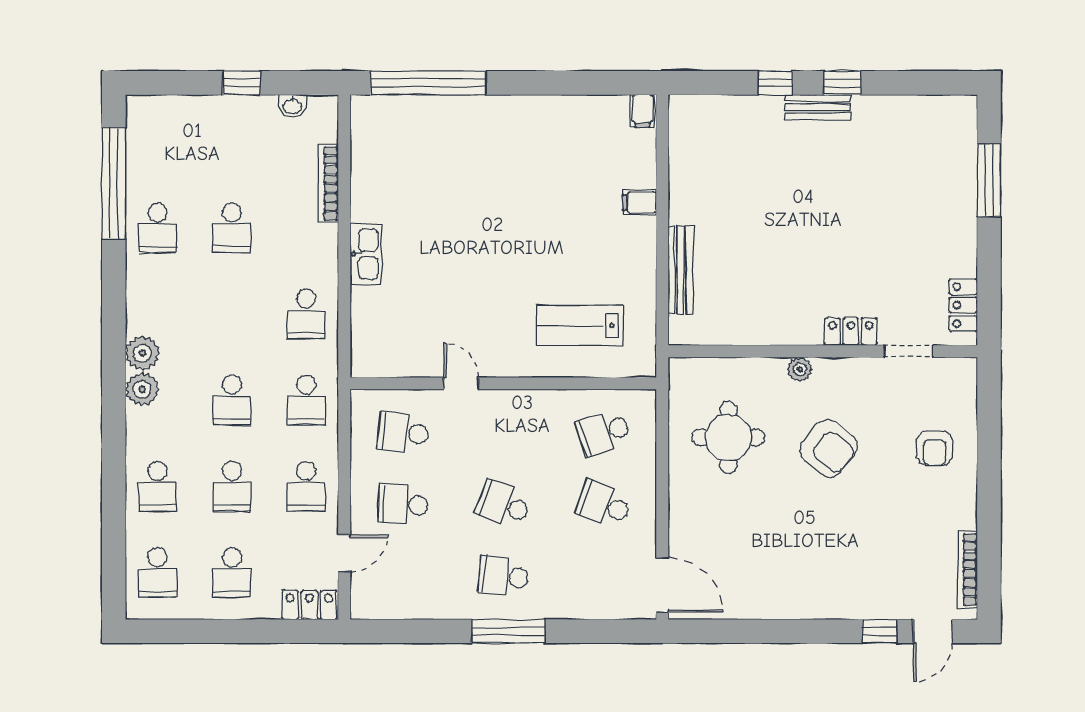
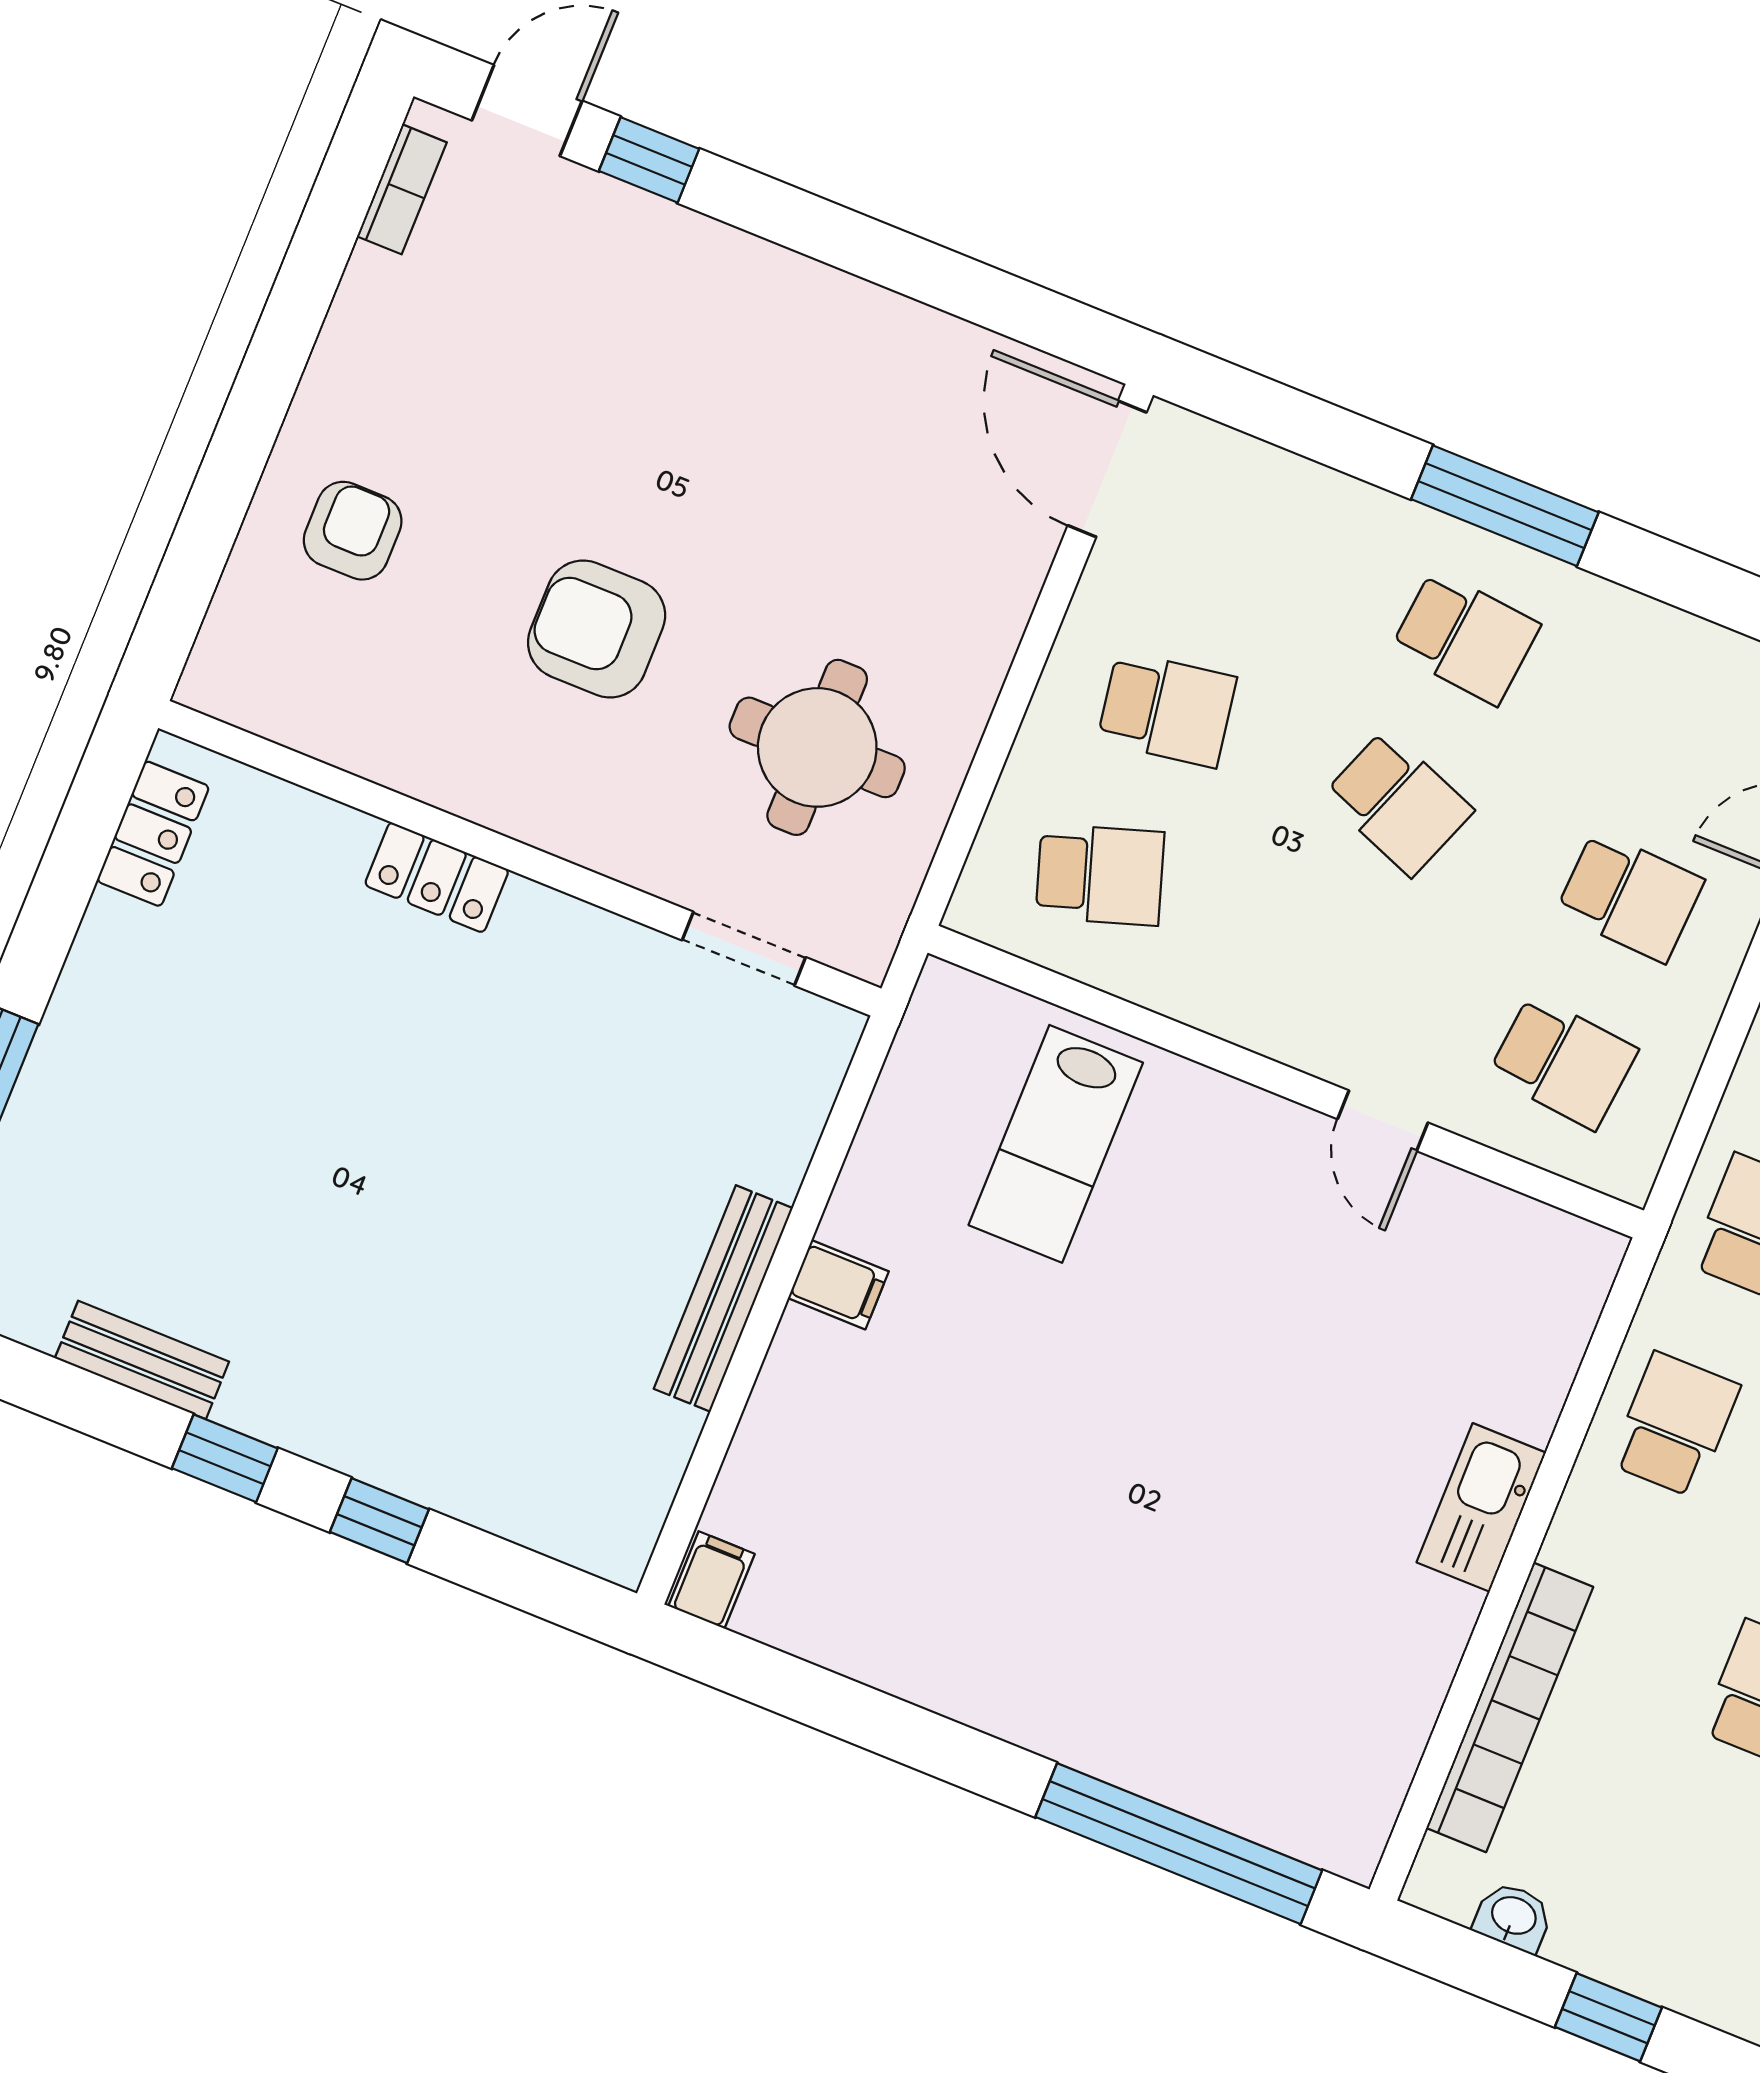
bench: (818, 107) -> (142, 1360), moved
bookcase: (328, 184) -> (1510, 1707), width x1.48, depth x1.31
filing cabinet: (640, 202) -> (838, 1285), moved
bench: (680, 270) -> (723, 1298), moved
lab bench: (580, 325) -> (1056, 1144), turned 90
doorway: (908, 351) -> (744, 949), moved
plant: (800, 369) -> (589, 838), removed
armchair: (829, 448) -> (597, 629), turned -38
school desk: (604, 504) -> (1167, 709), turned -30
bookcase: (968, 569) -> (402, 189), width x0.64

